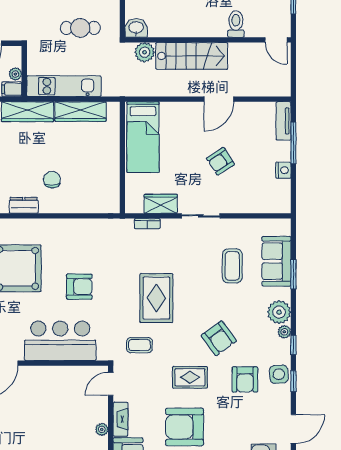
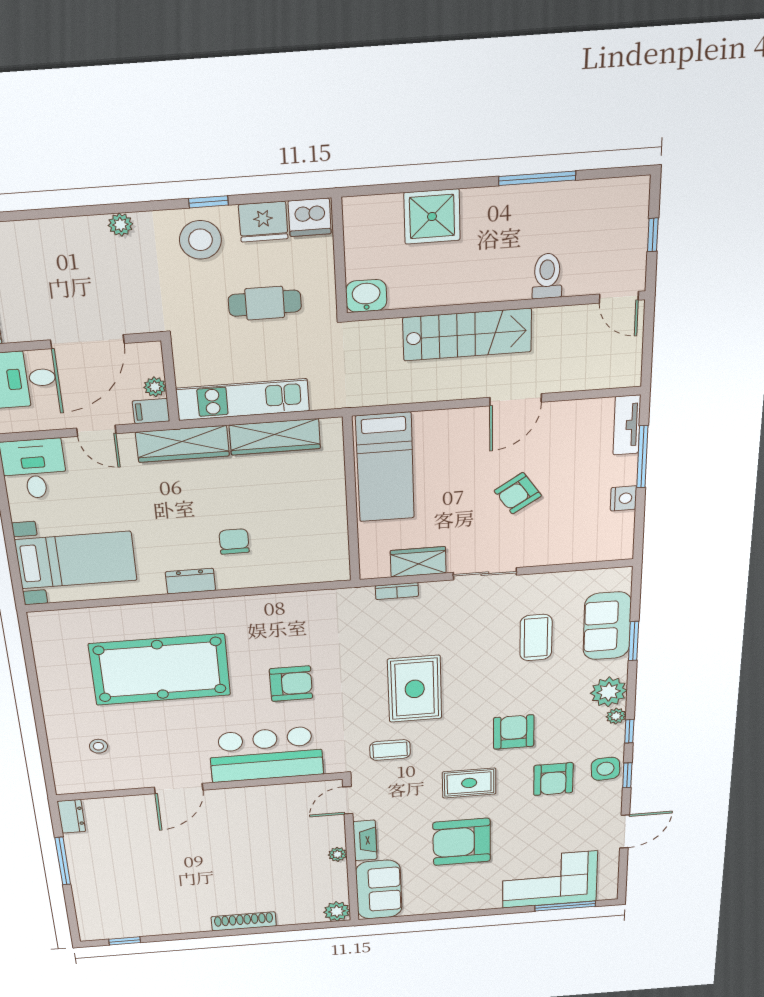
plant: (145, 52) -> (383, 335), removed
armchair: (219, 338) -> (514, 732), turned -144

